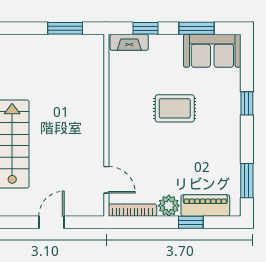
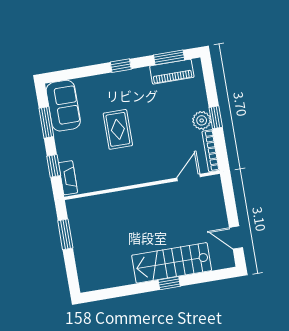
window: (247, 103) -> (121, 66), moved
piano: (205, 205) -> (172, 72), moved, turned -90
door: (51, 222) -> (236, 238), moved
window: (191, 222) -> (216, 117), moved

